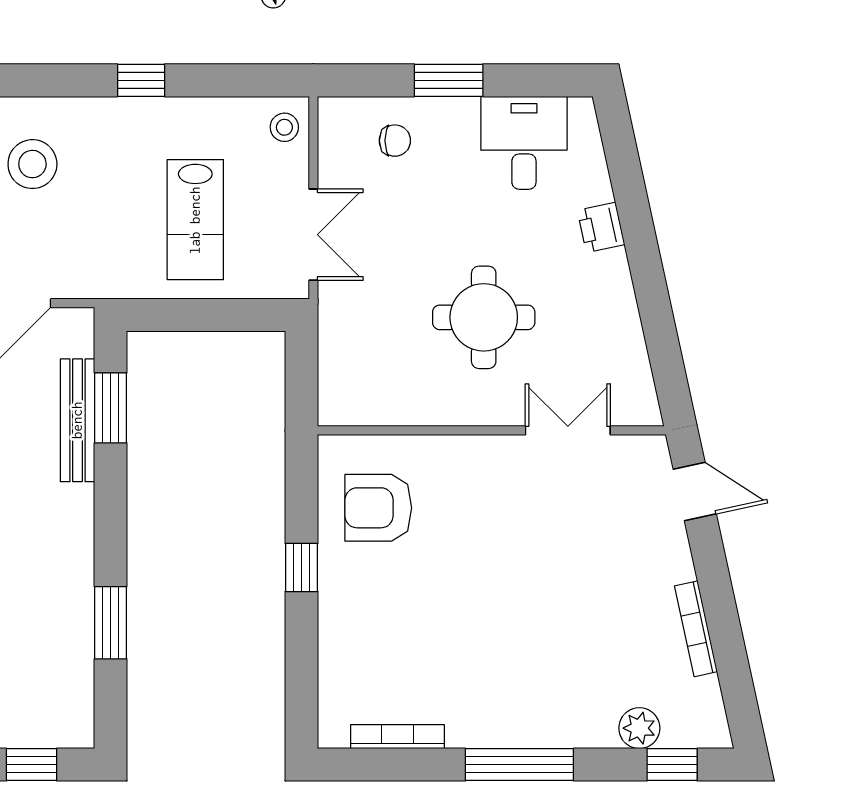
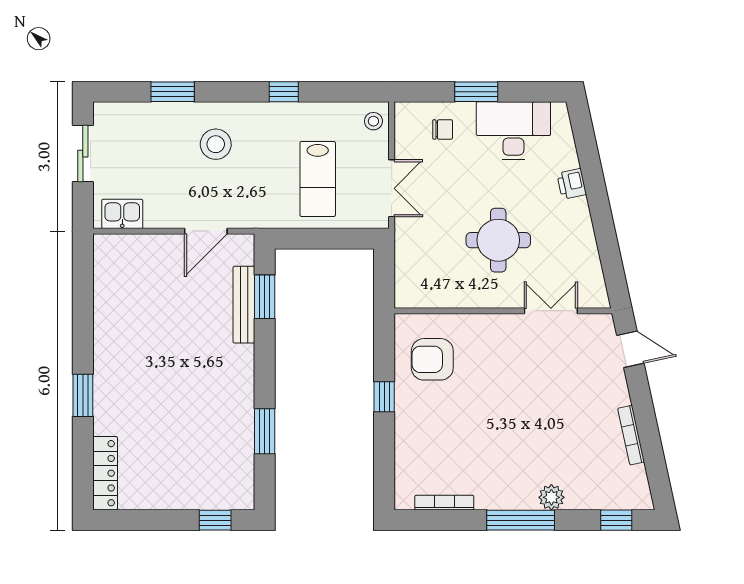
desk: (524, 143) -> (513, 131), width x1.37
plant: (639, 728) -> (551, 497), moved

